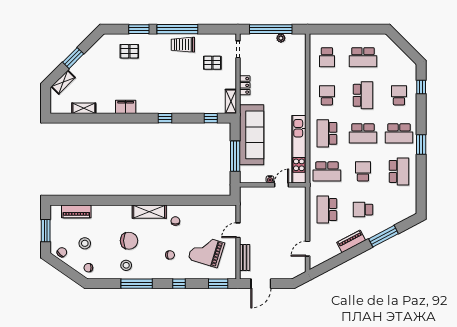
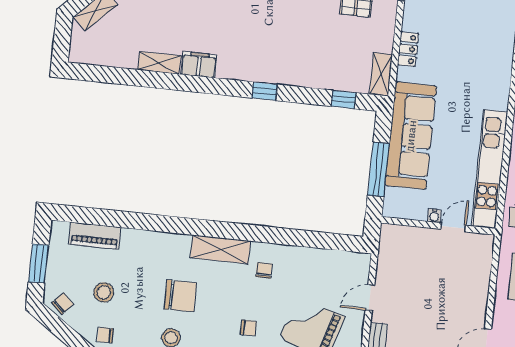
shelving: (84, 108) -> (159, 63), moved

